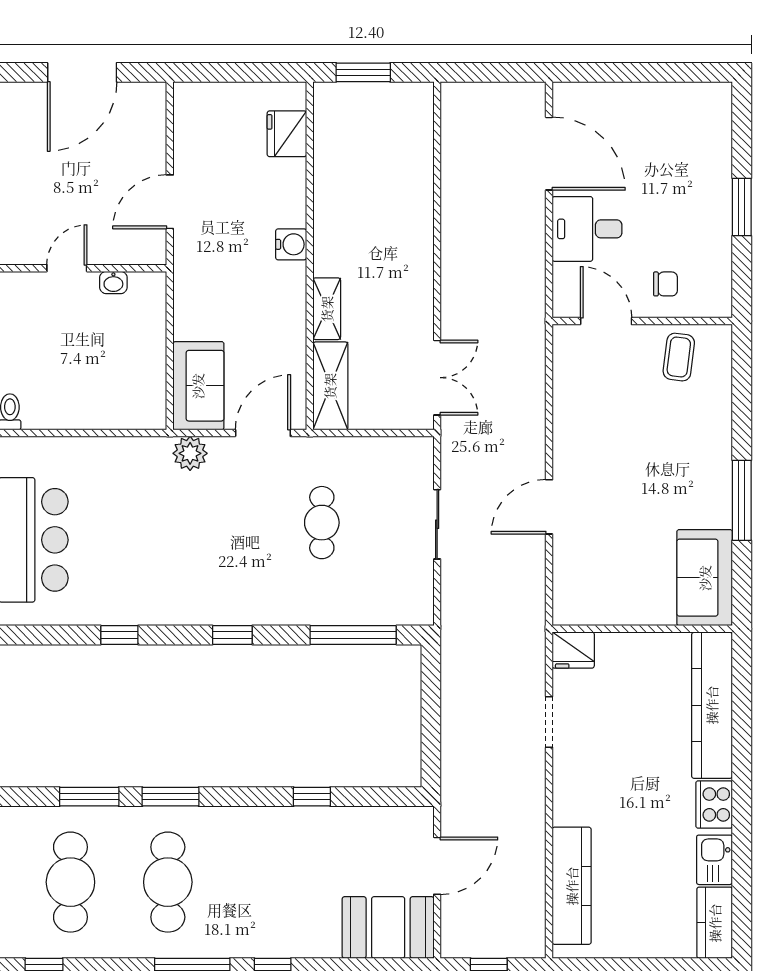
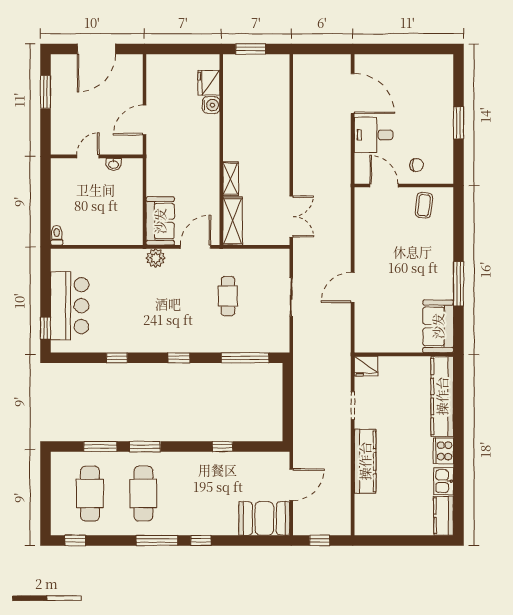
water cooler: (291, 244) -> (211, 105), moved
kitchen counter: (572, 886) -> (365, 461), moved

